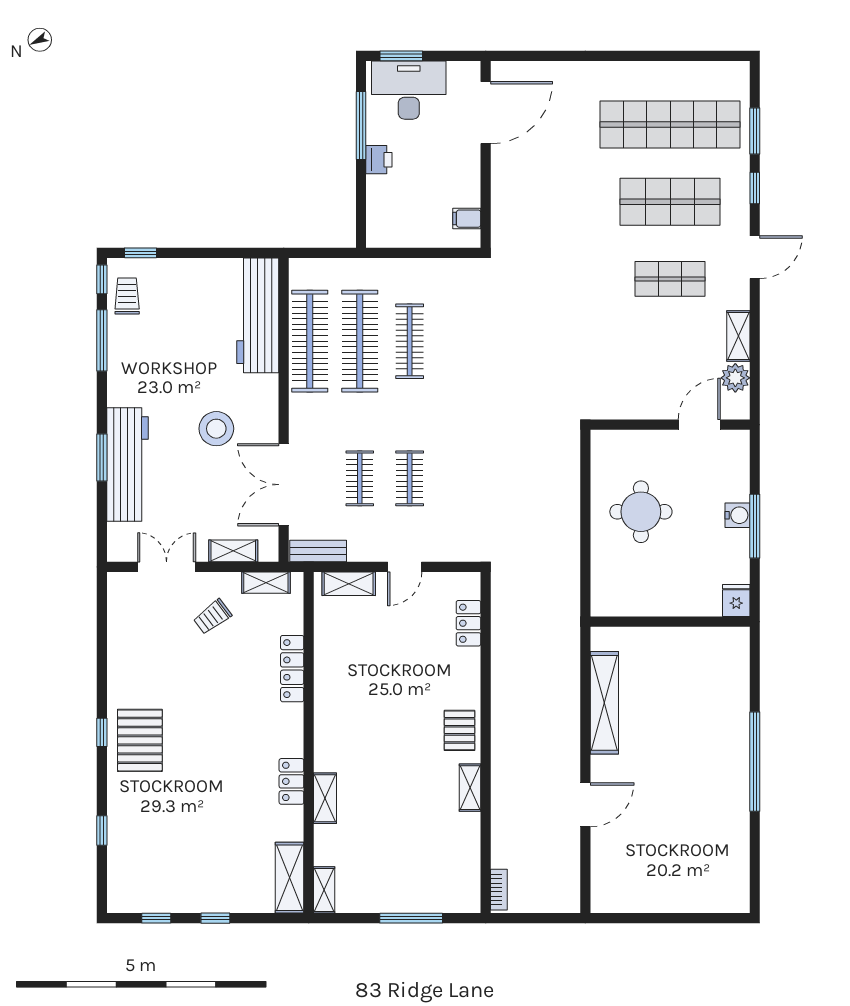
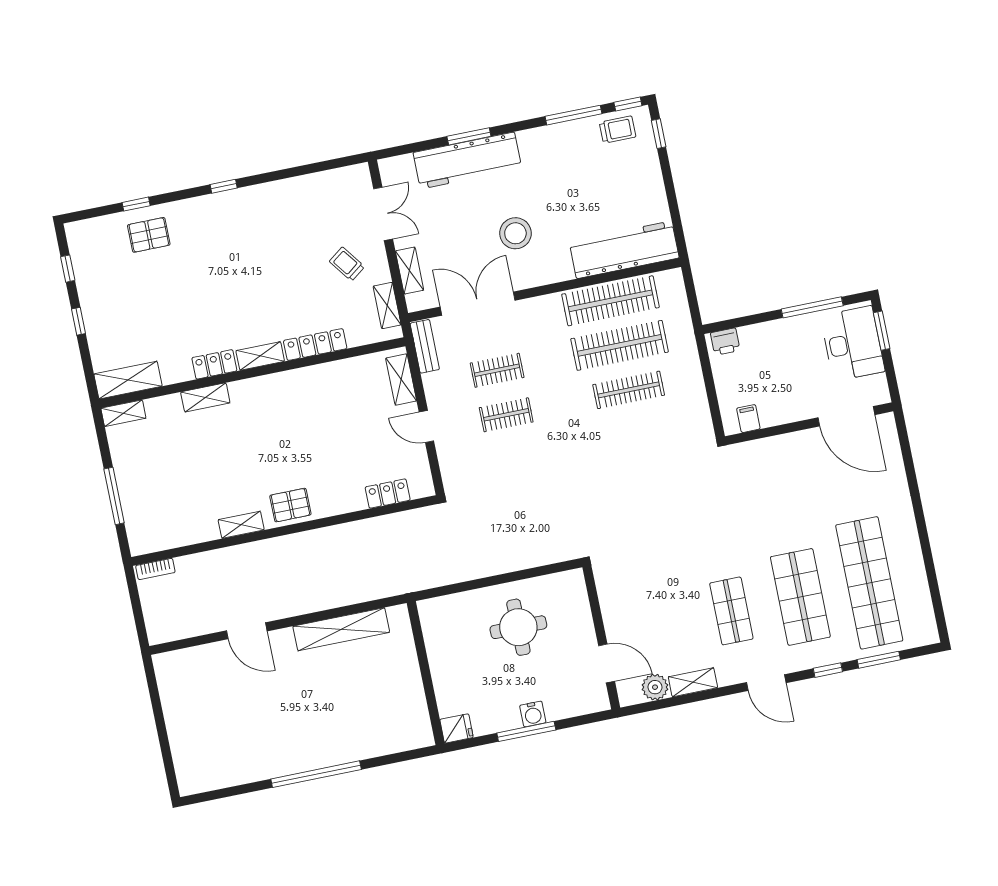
printer: (379, 160) -> (725, 342), moved
shelving: (292, 730) -> (260, 356), added
pallet: (140, 740) -> (149, 235), moved, width x0.67, depth x0.71

